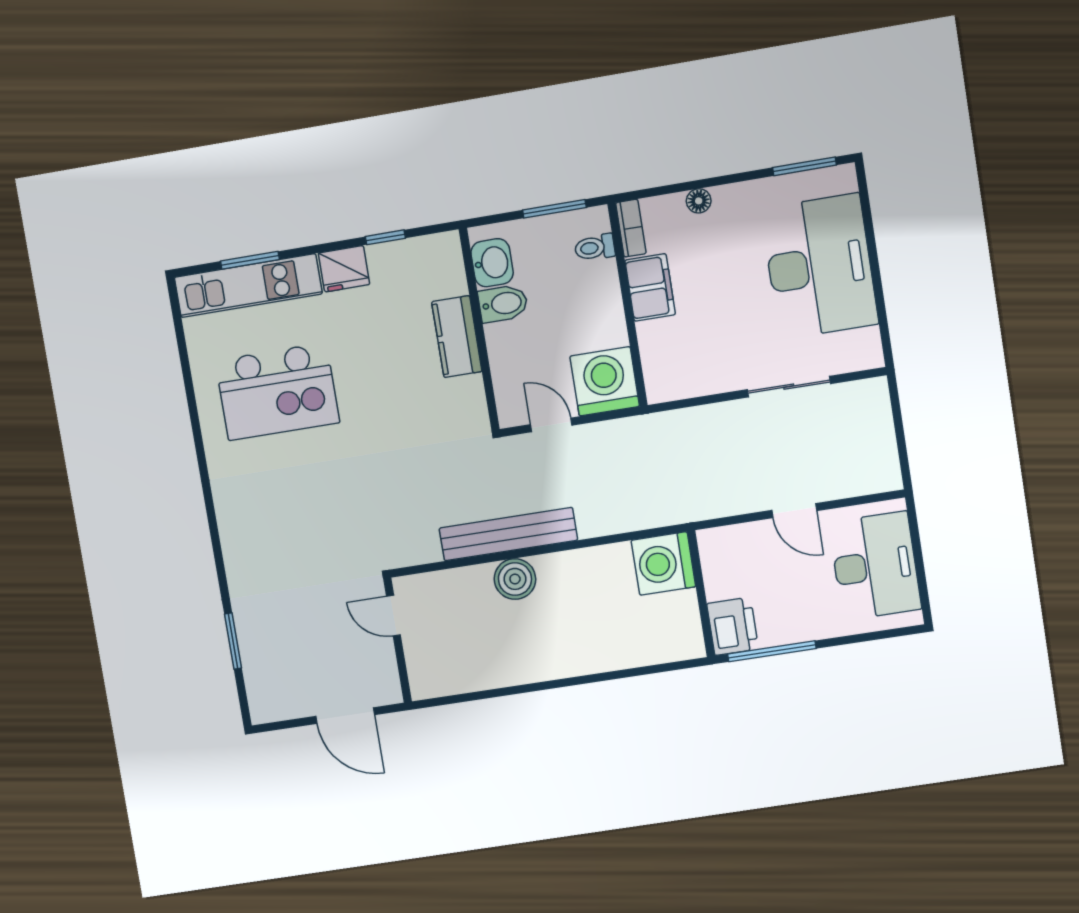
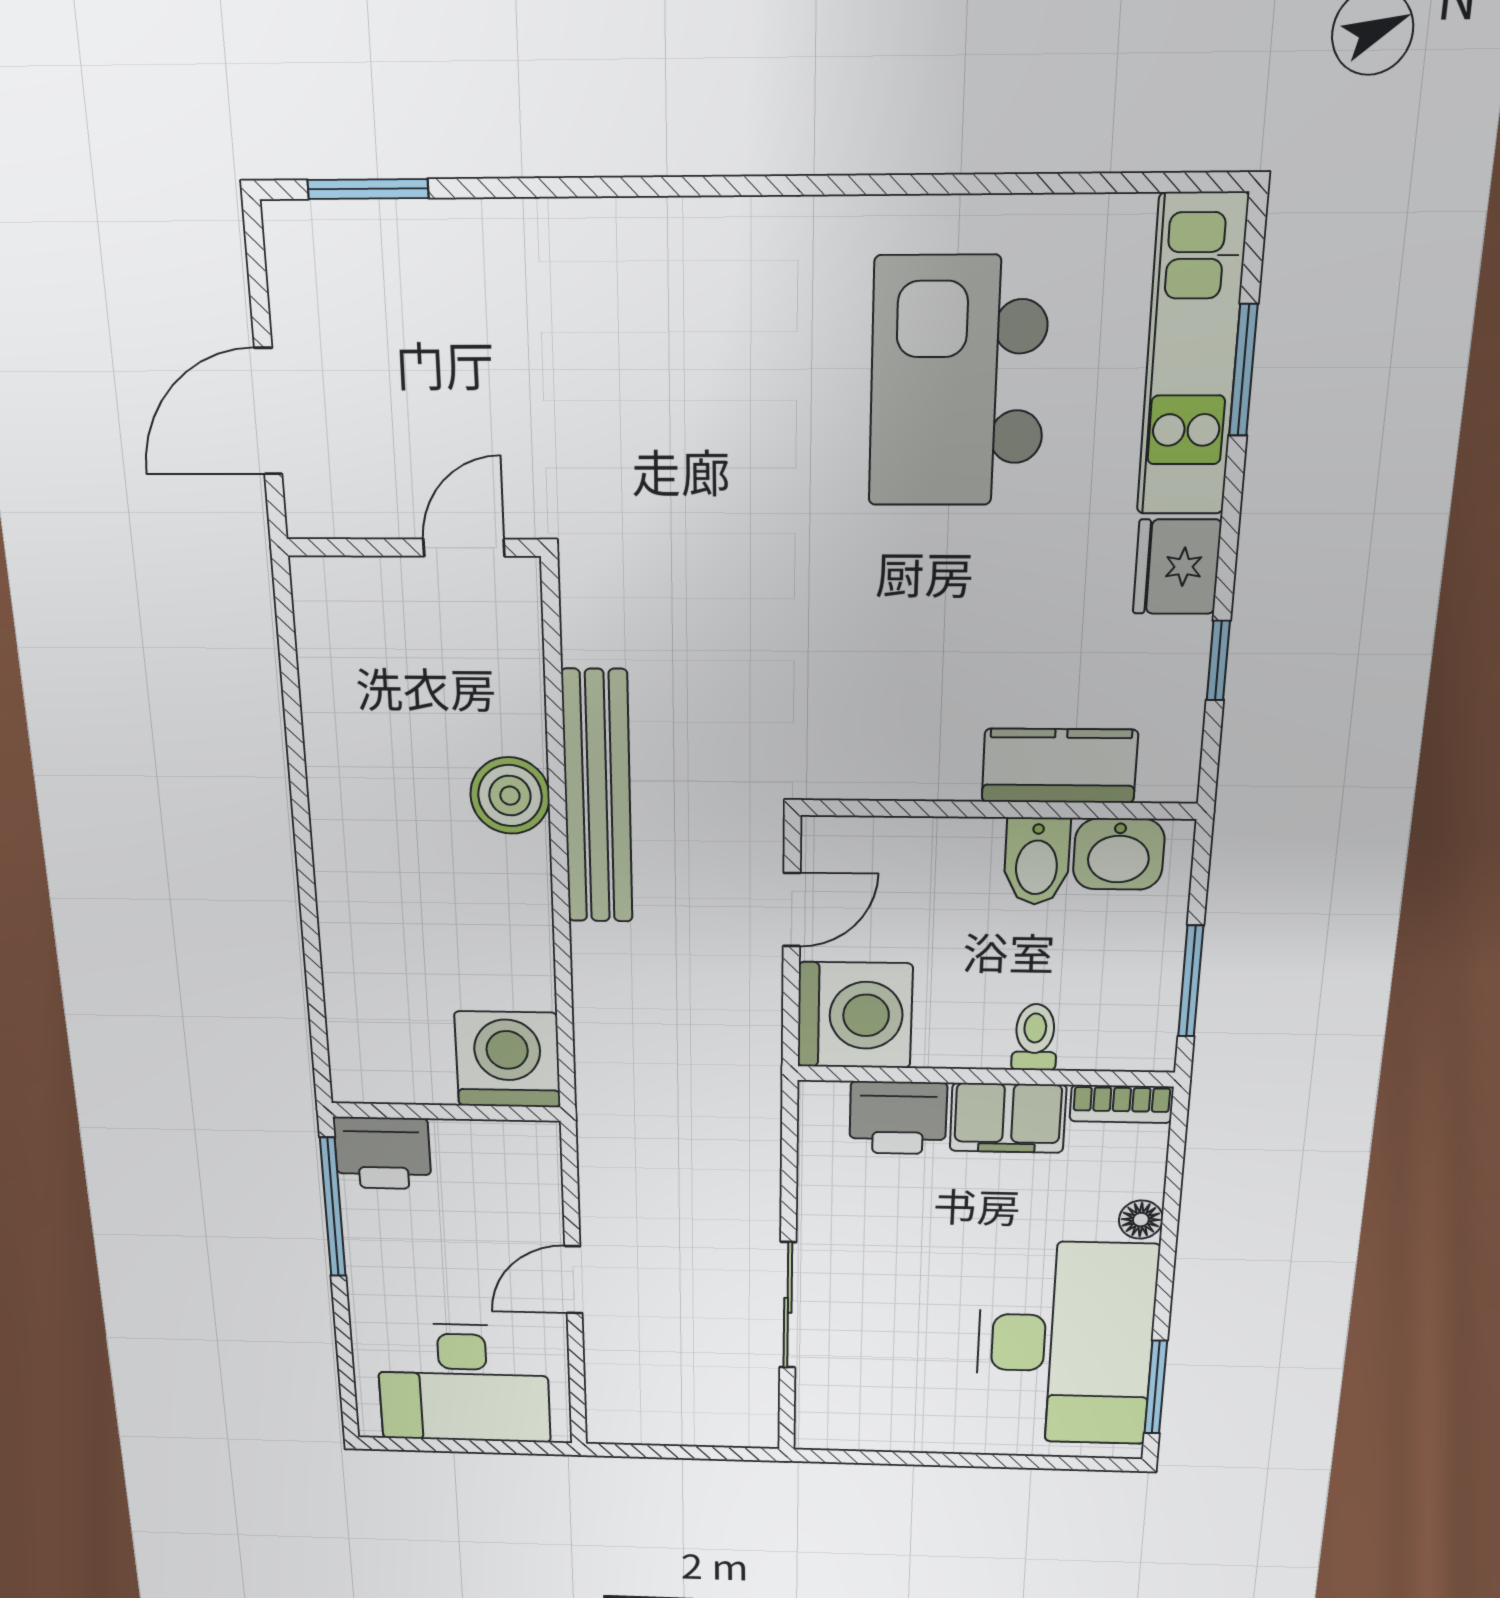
toilet: (595, 247) -> (1035, 1037), moved
desk: (819, 266) -> (1065, 1344), moved, turned -90
kitchen counter: (457, 337) -> (1060, 766), moved
printer: (661, 347) -> (898, 1118), added
window: (233, 641) -> (368, 189), moved

